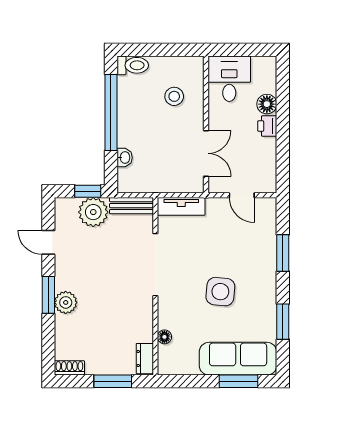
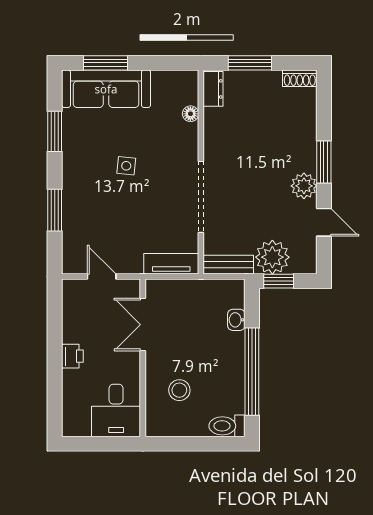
floor lamp: (267, 104) -> (73, 381), removed
side table: (220, 292) -> (126, 166), width x0.54, depth x0.54
plant: (66, 302) -> (304, 186), moved

